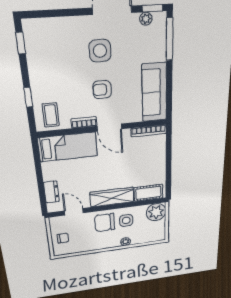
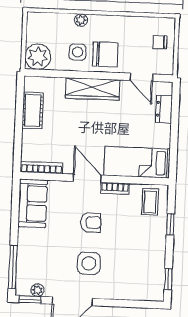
sofa: (154, 92) -> (33, 203), width x0.73
cot: (148, 193) -> (33, 110), moved, turned 90

